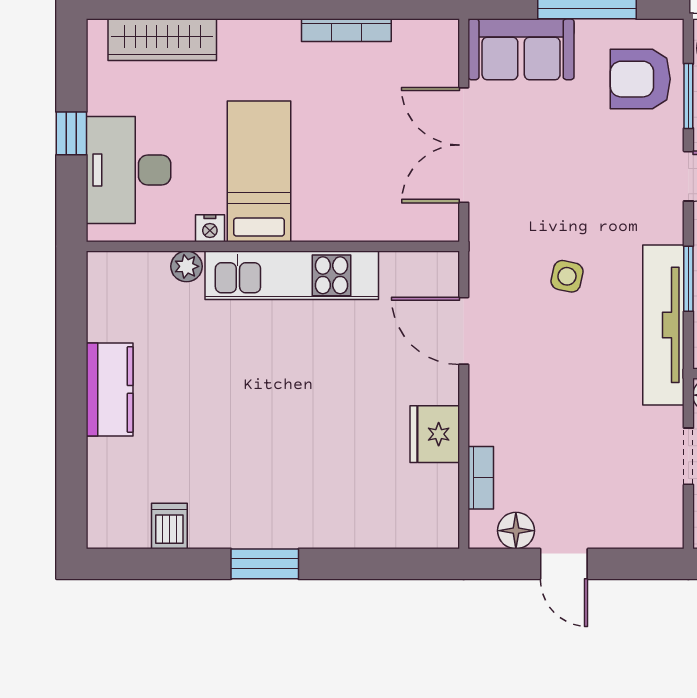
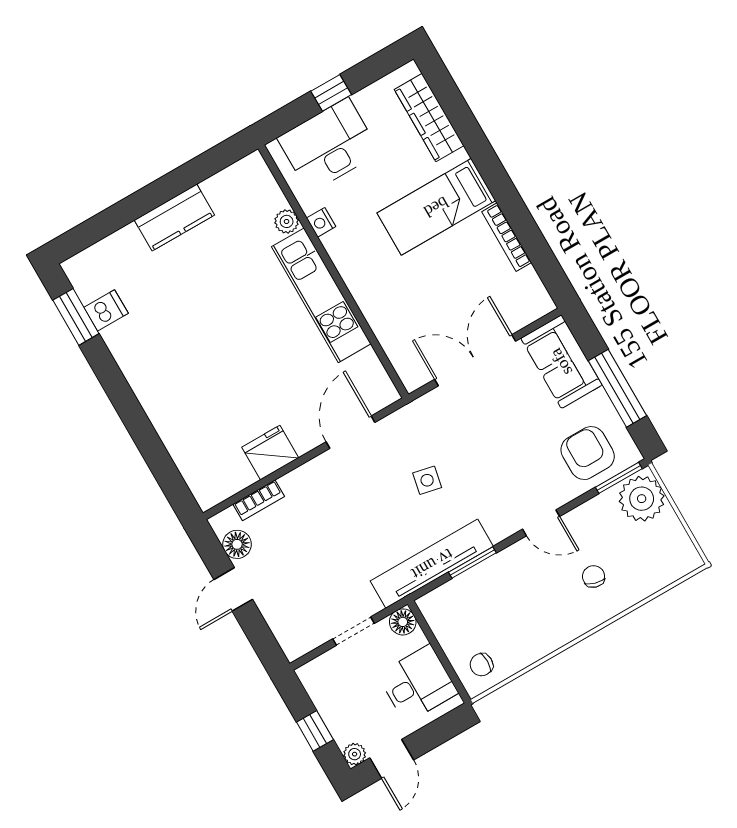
window: (688, 96) -> (619, 478), moved
bed: (259, 171) -> (436, 207), moved, turned 180
window: (265, 564) -> (76, 317), moved

